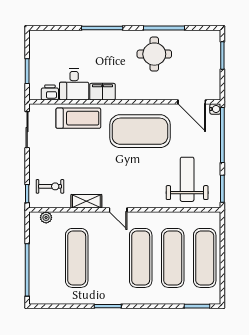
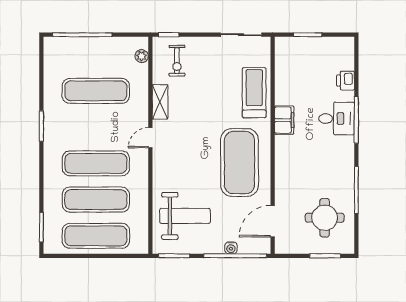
round table: (154, 54) -> (325, 218), moved
desk: (74, 85) -> (337, 118), moved, turned 180
printer: (50, 92) -> (346, 81), moved, turned 180
water cooler: (215, 109) -> (231, 248), moved
treadmill: (78, 118) -> (254, 93), turned 180

